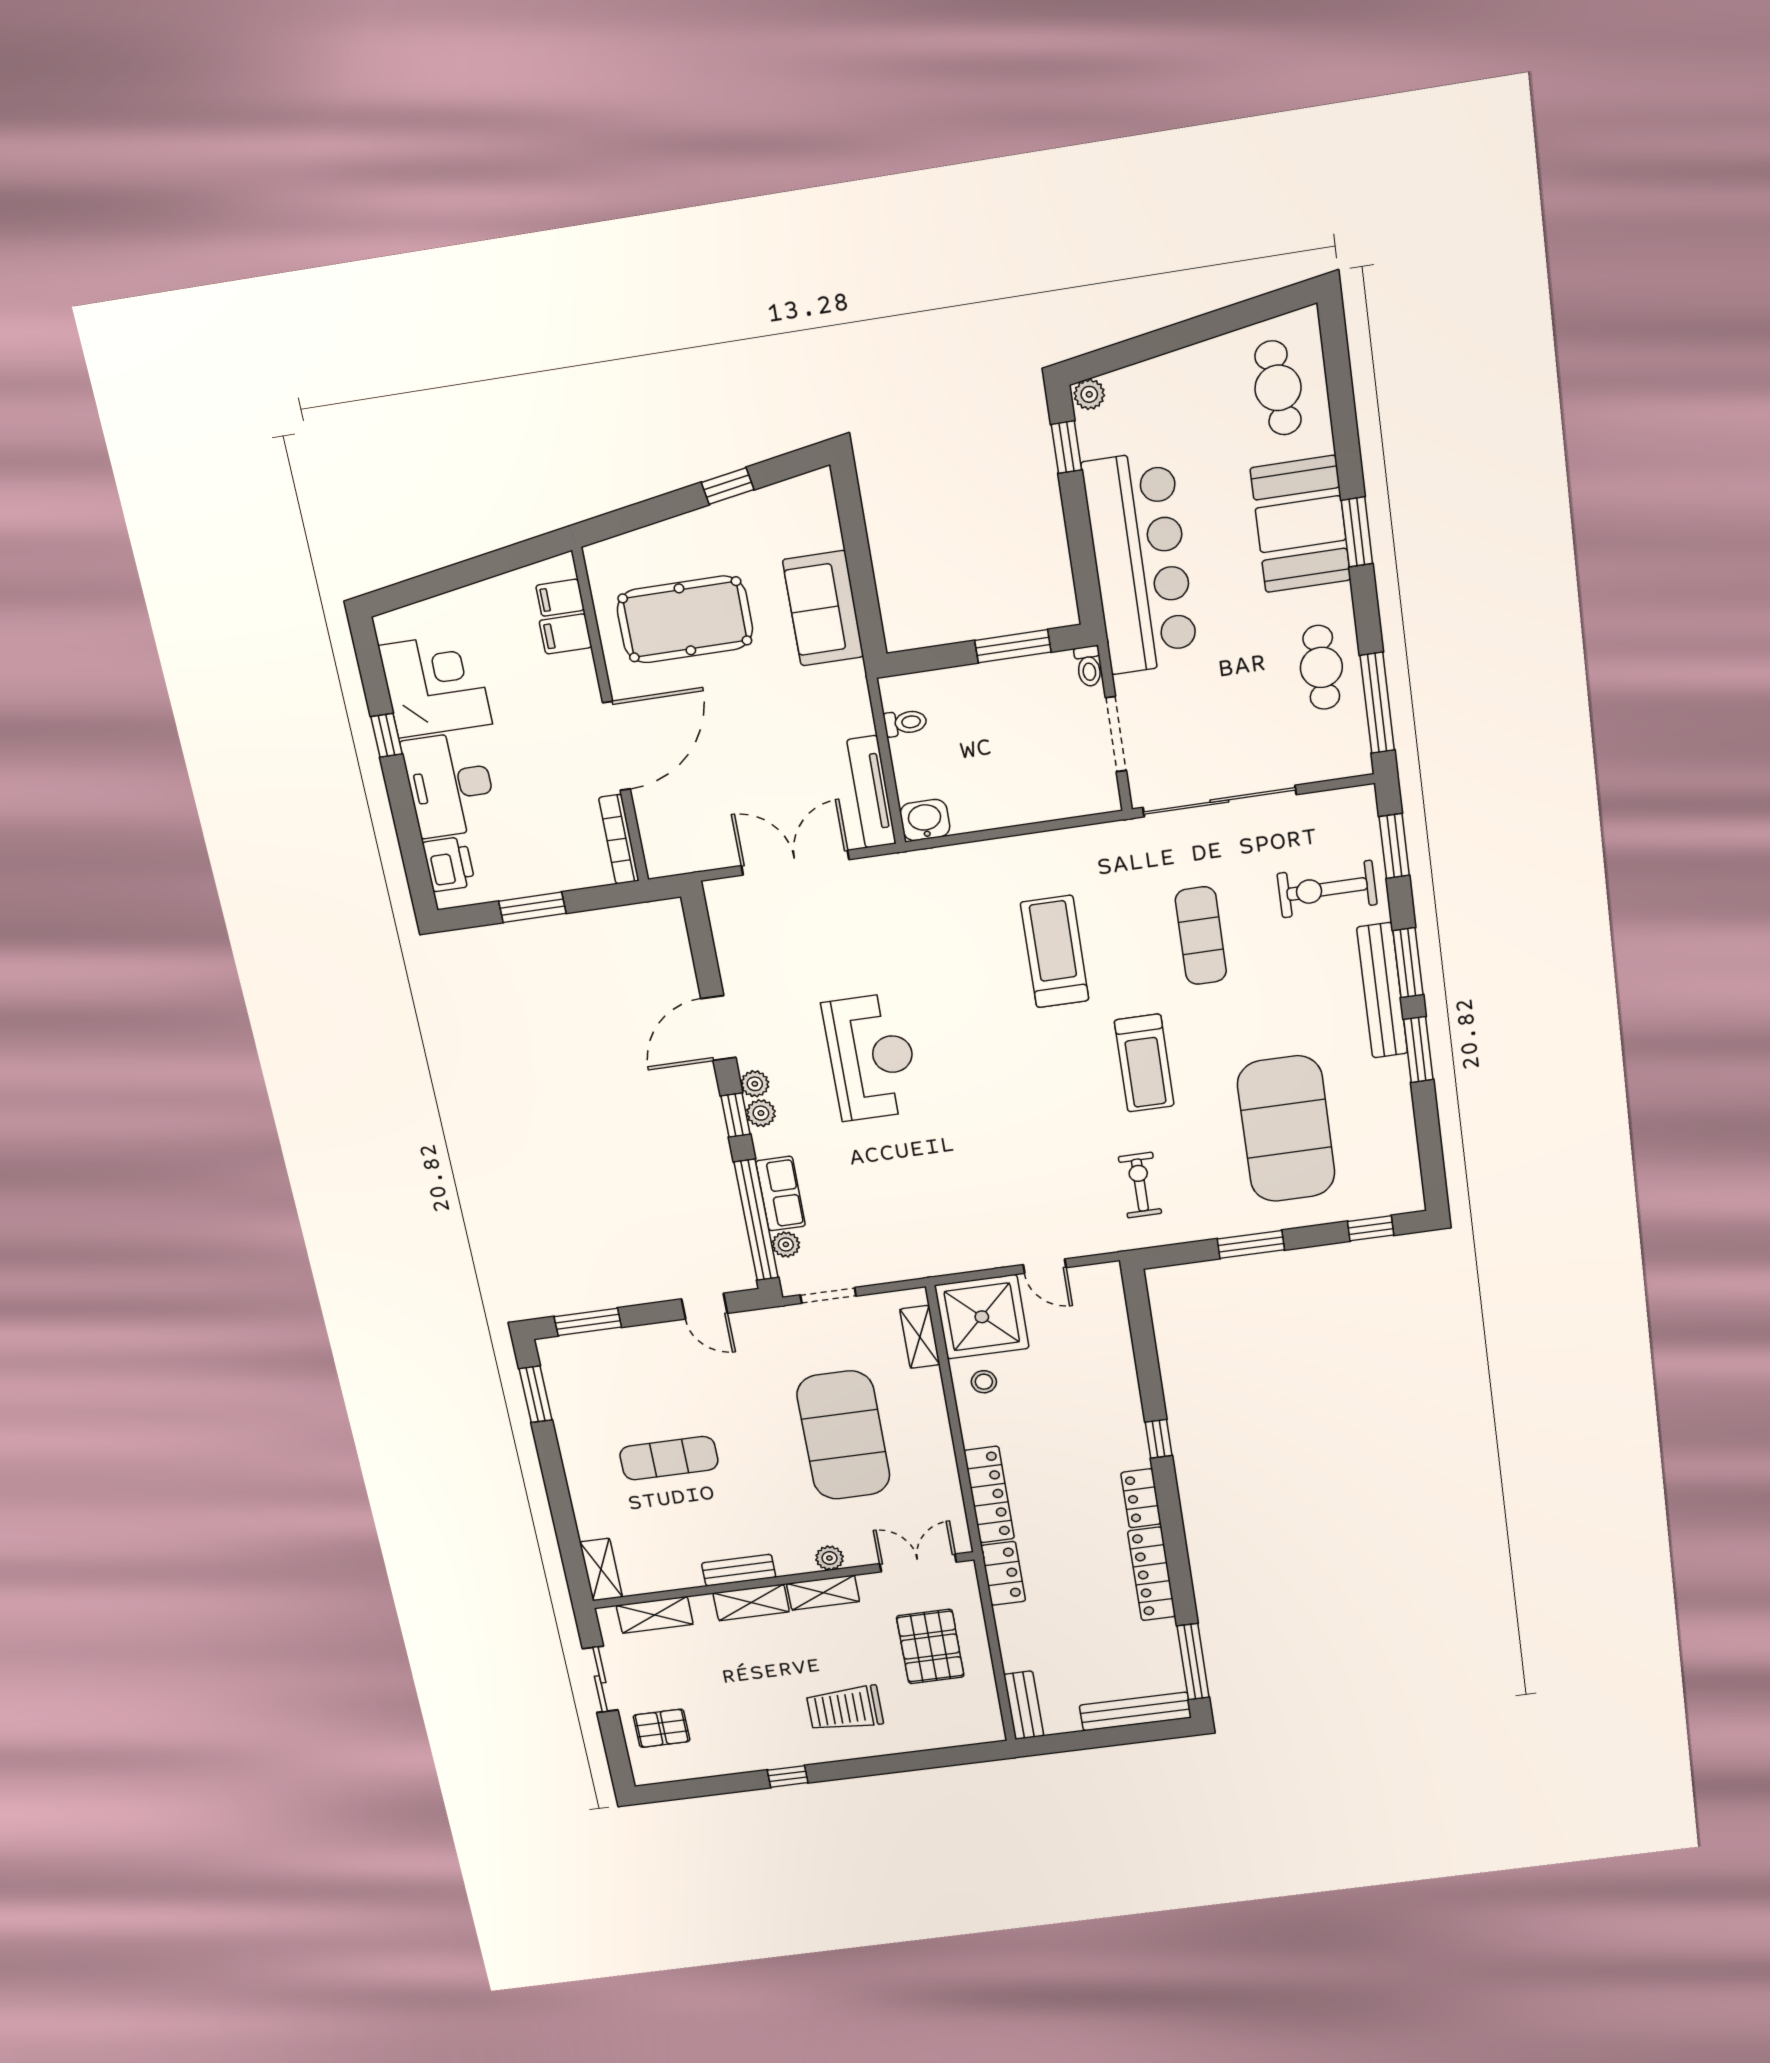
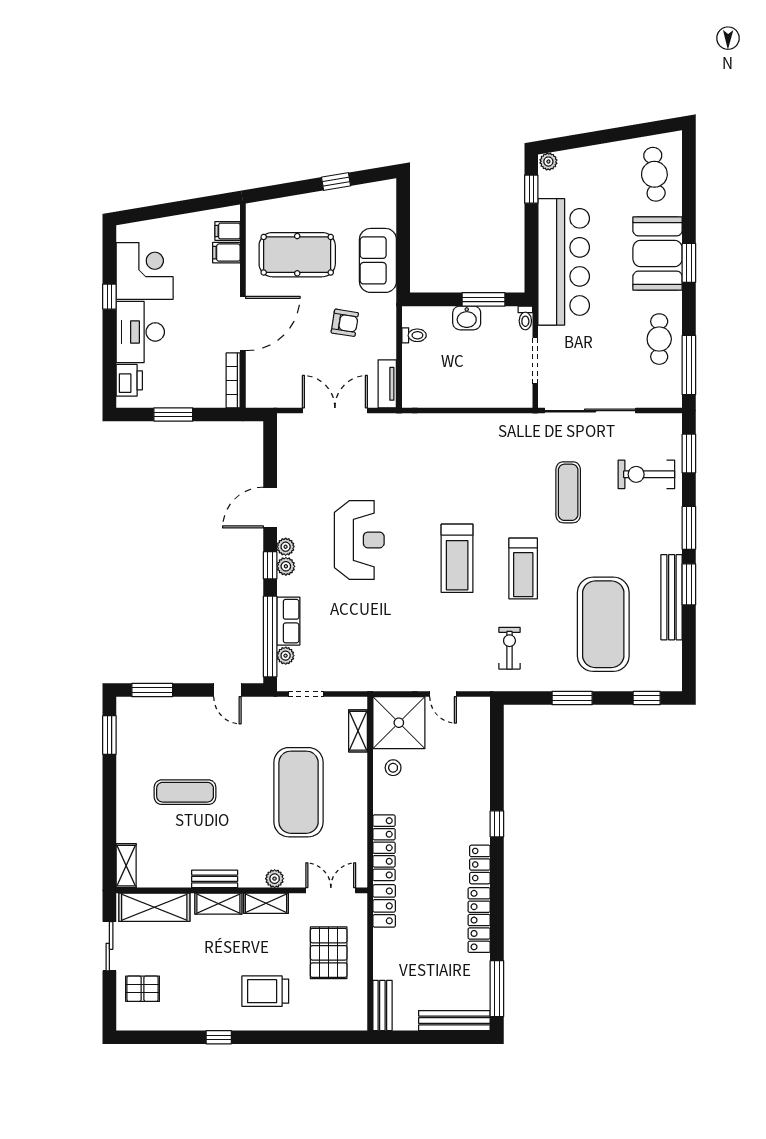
armchair: (786, 720) -> (345, 323), added
tv unit: (871, 792) -> (387, 384), width x0.71
washbasin: (925, 820) -> (467, 318), moved, turned 180
treadmill: (1055, 952) -> (457, 558), moved, turned 180
bench: (1382, 990) -> (672, 597), moved
shelving: (655, 1615) -> (154, 907), width x1.50, depth x1.33

